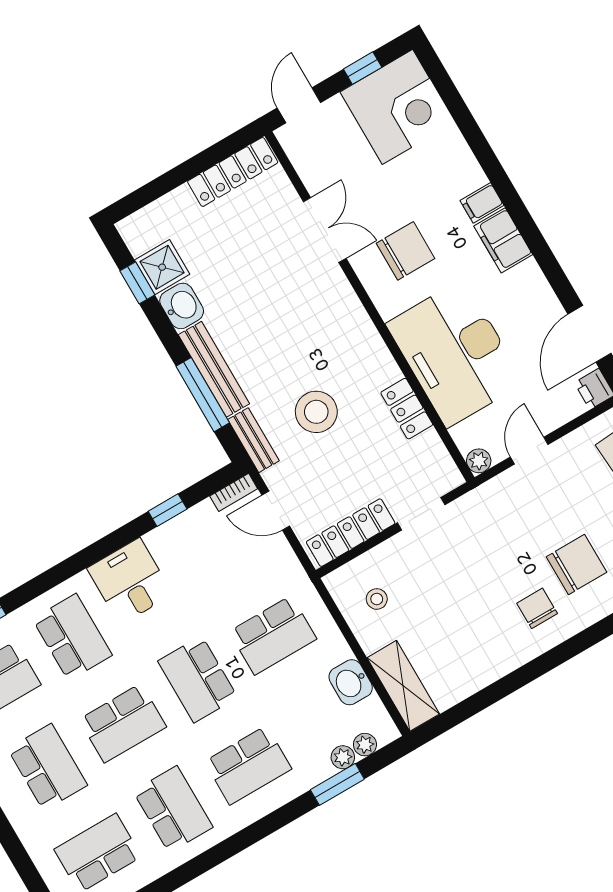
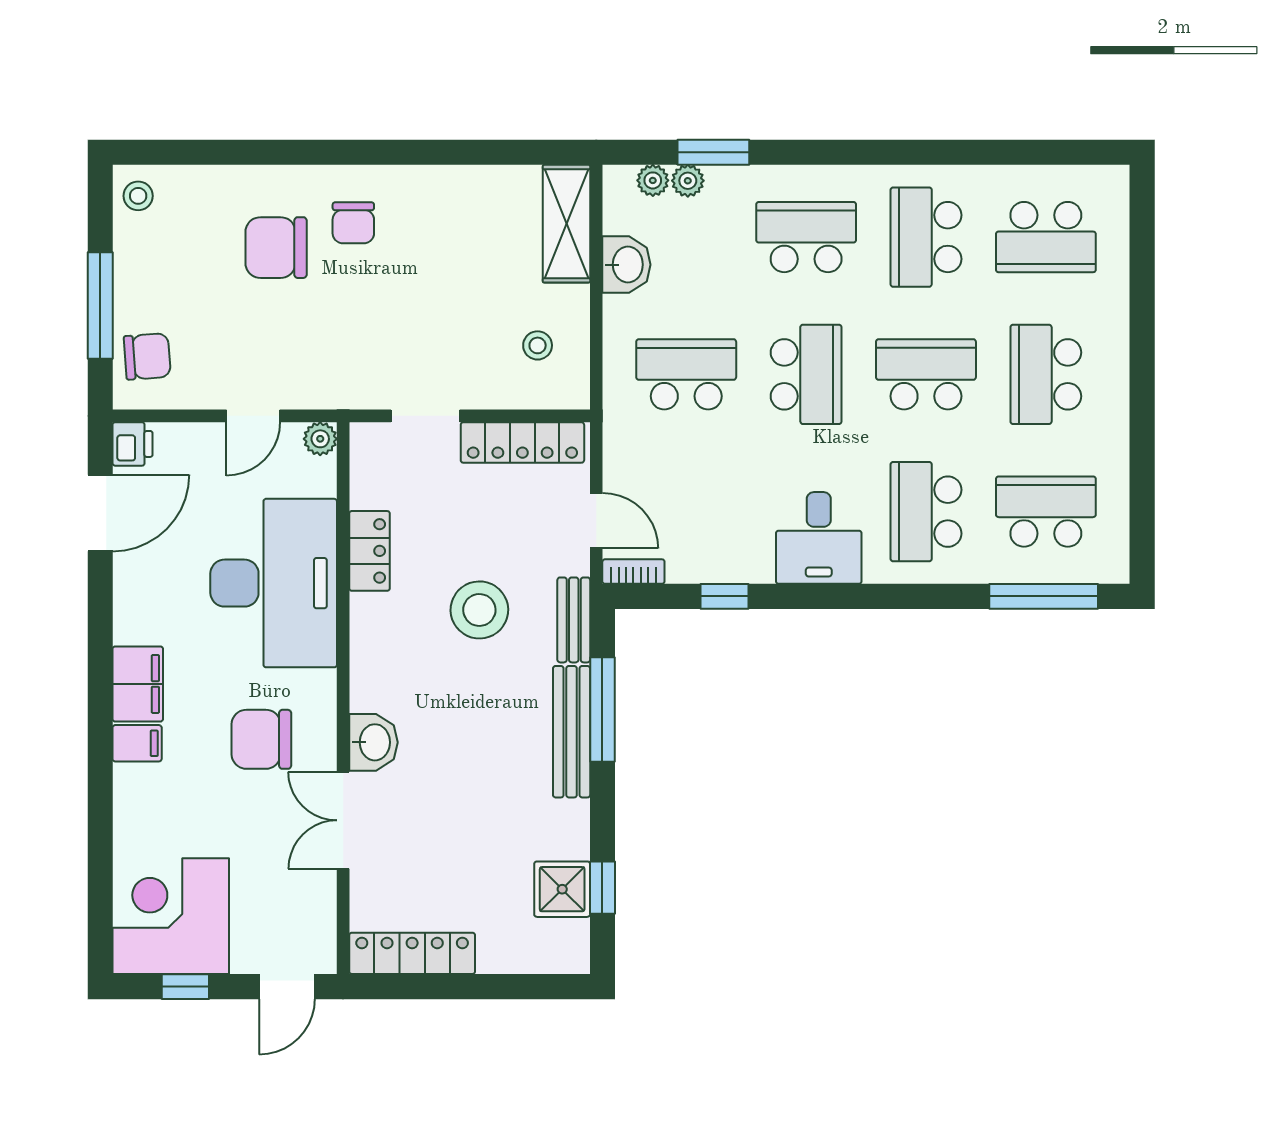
washbasin: (182, 306) -> (373, 742), moved, turned 180

